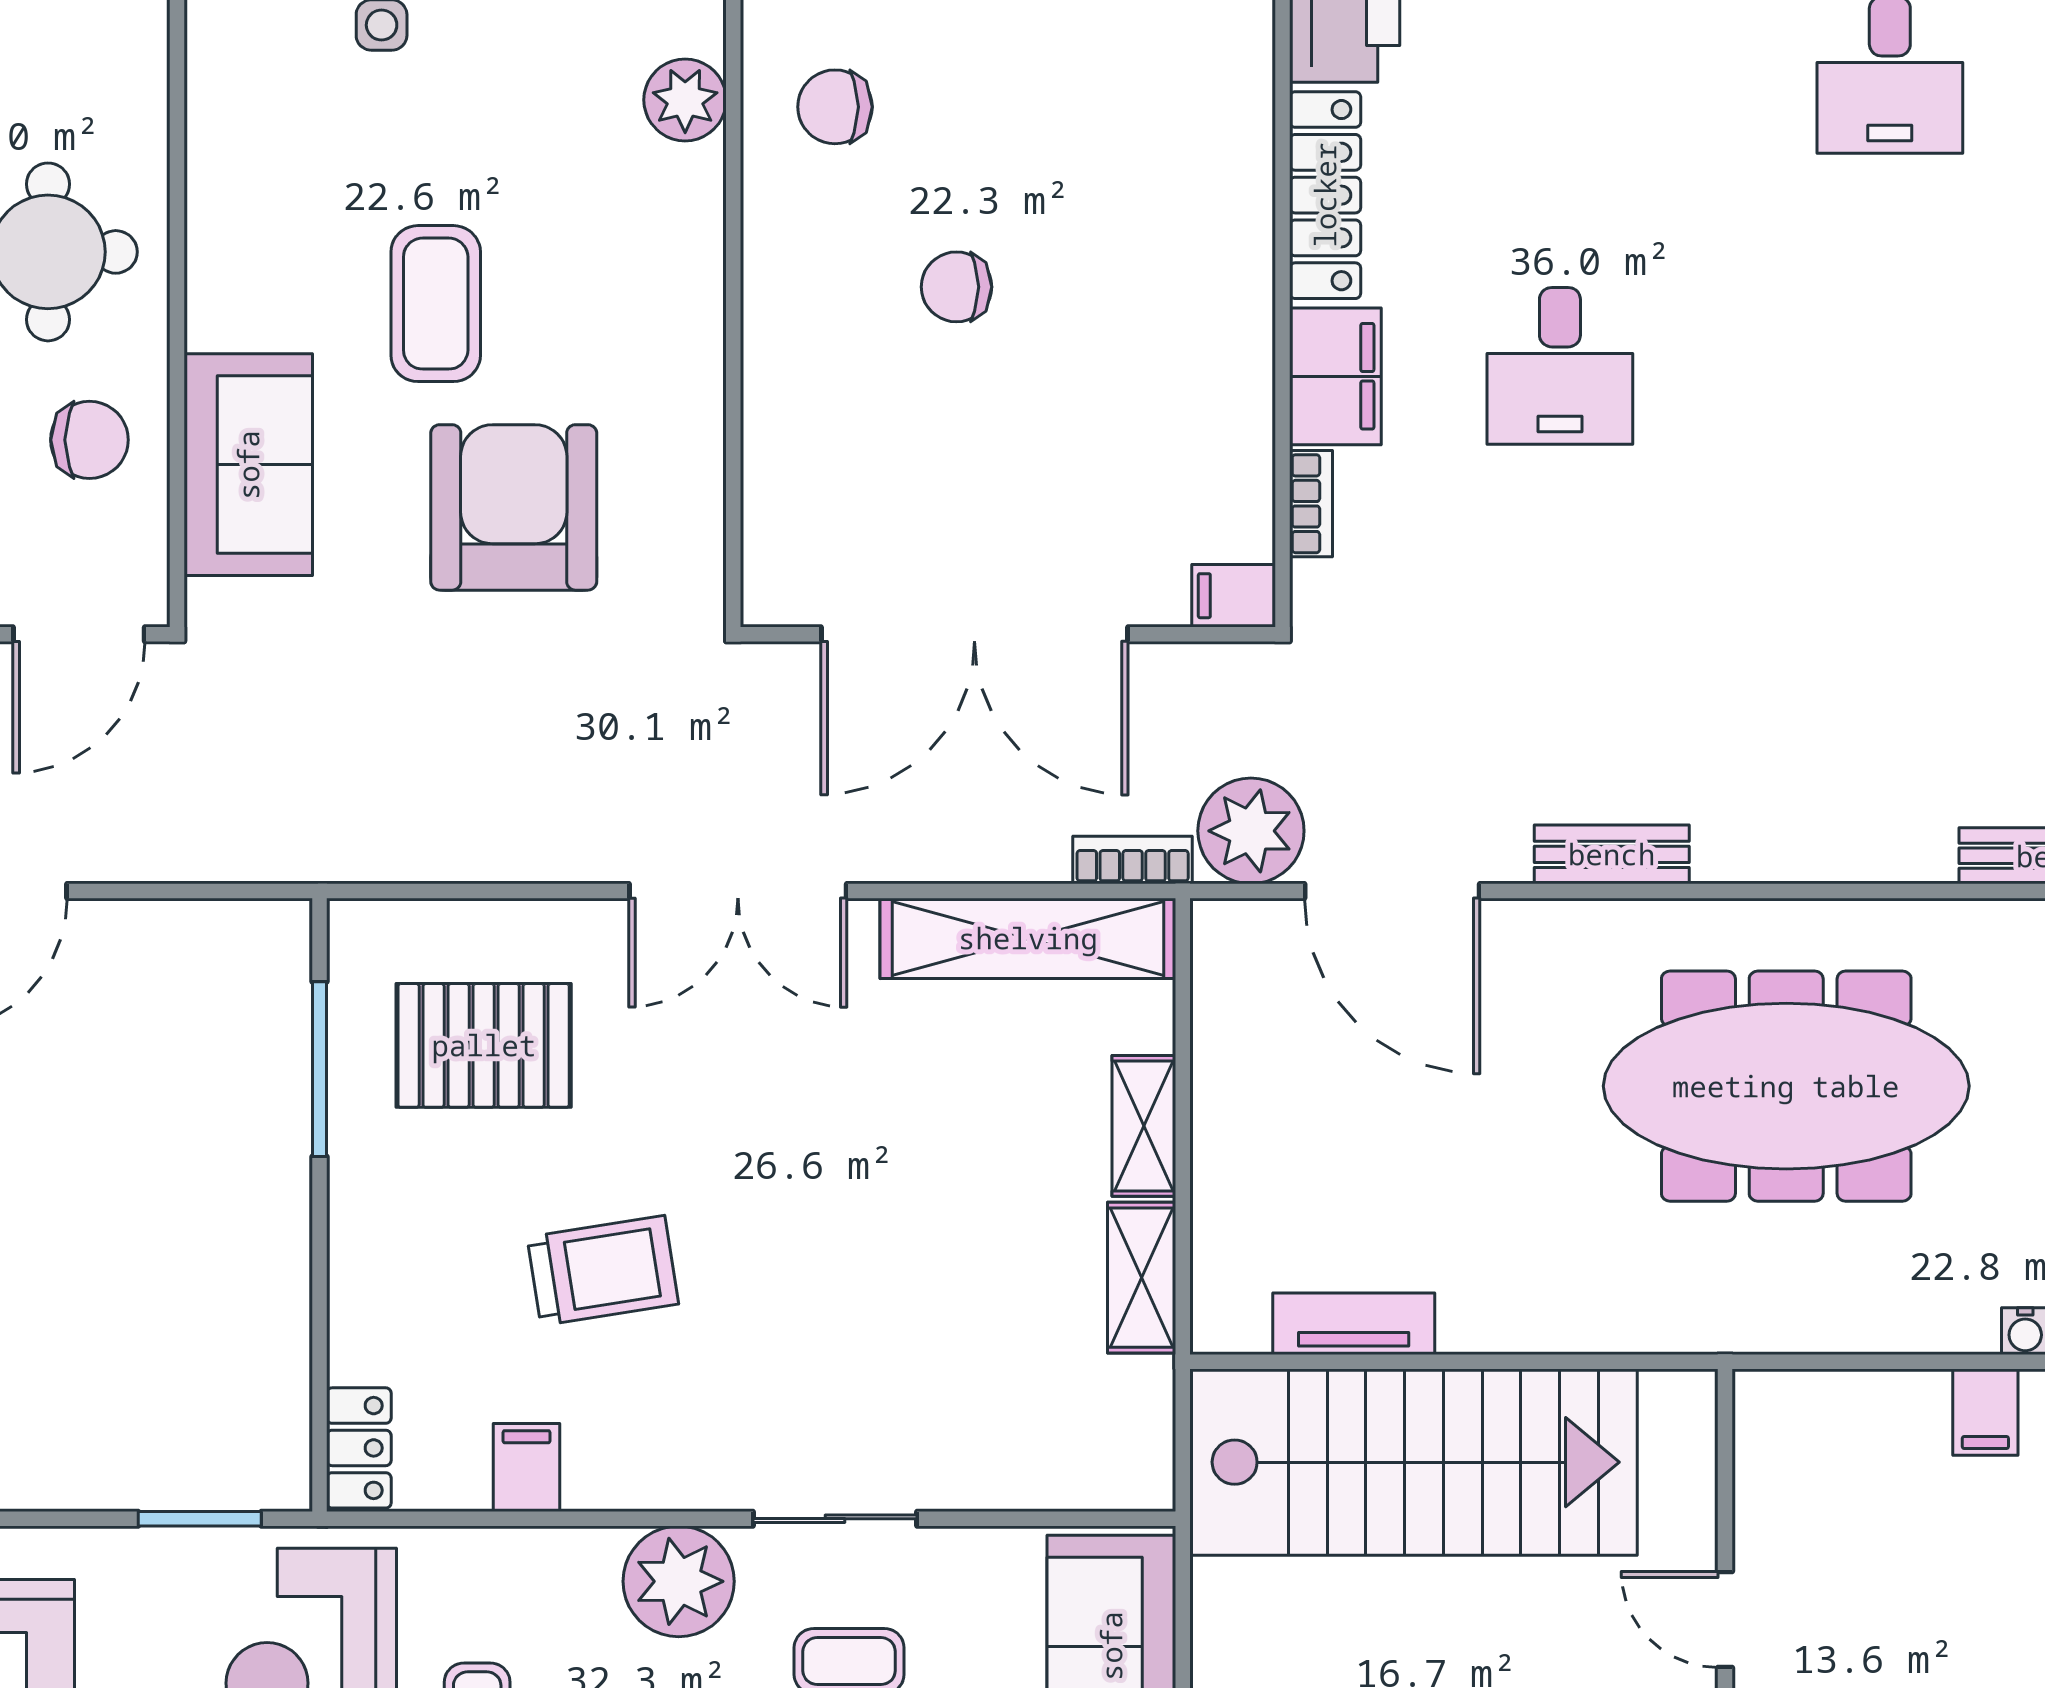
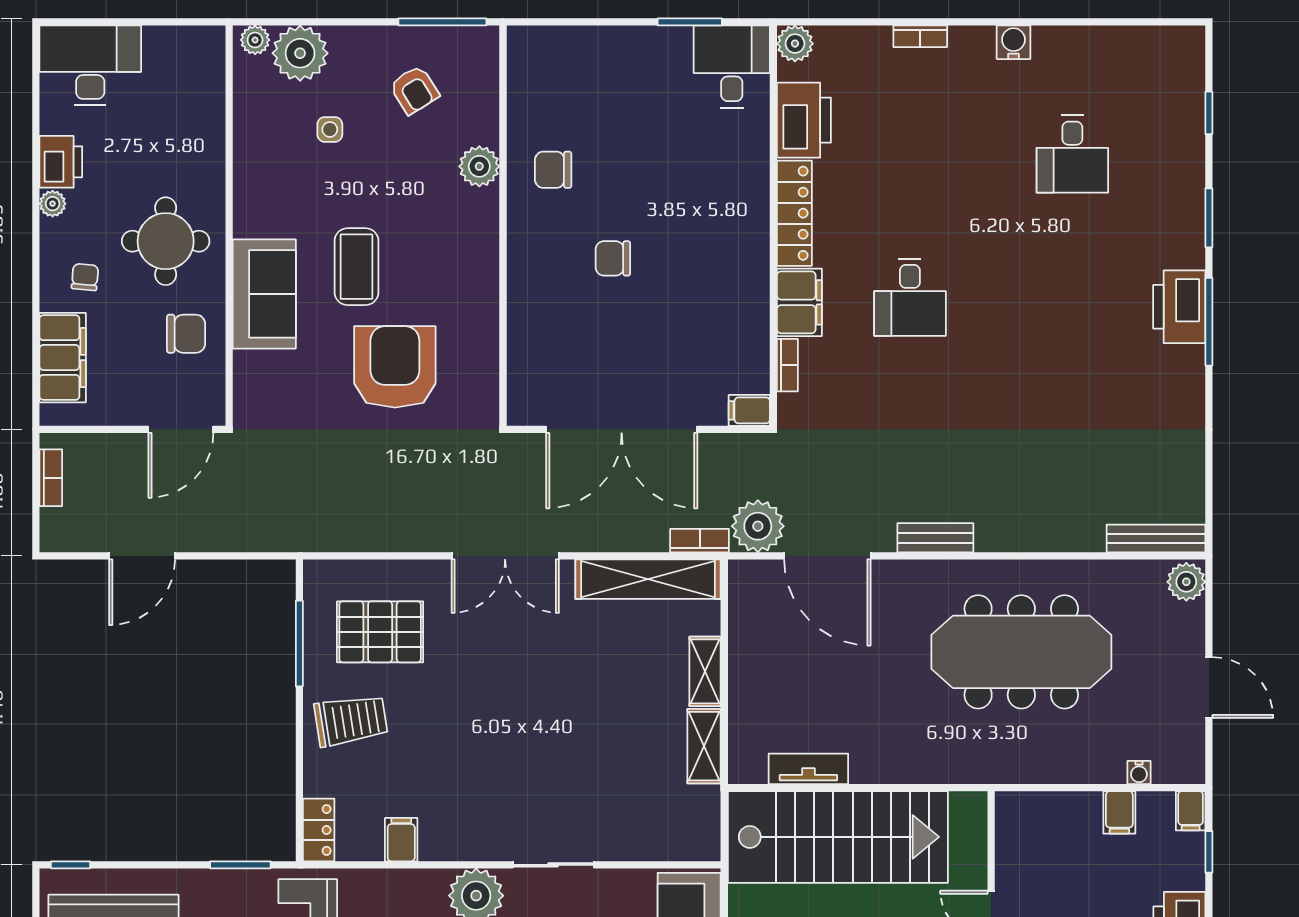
sofa: (248, 465) -> (264, 294), moved
trolley: (603, 1271) -> (351, 720), moved

